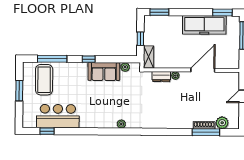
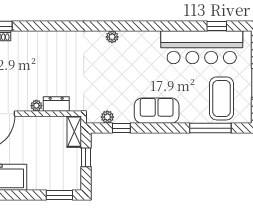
window: (89, 59) -> (121, 128), moved
sofa: (104, 72) -> (157, 111), moved
bar counter: (58, 116) -> (202, 47), width x1.36

